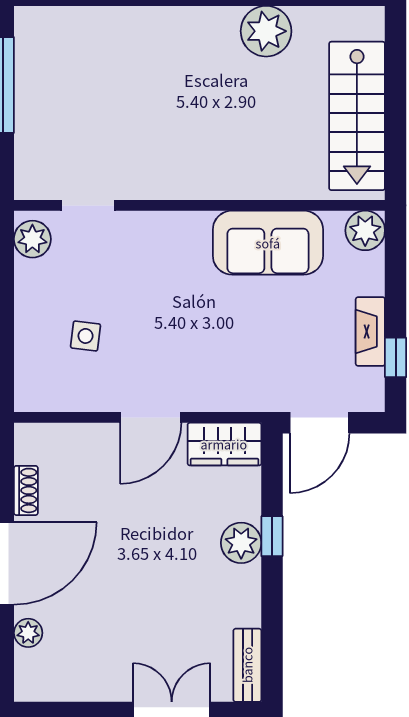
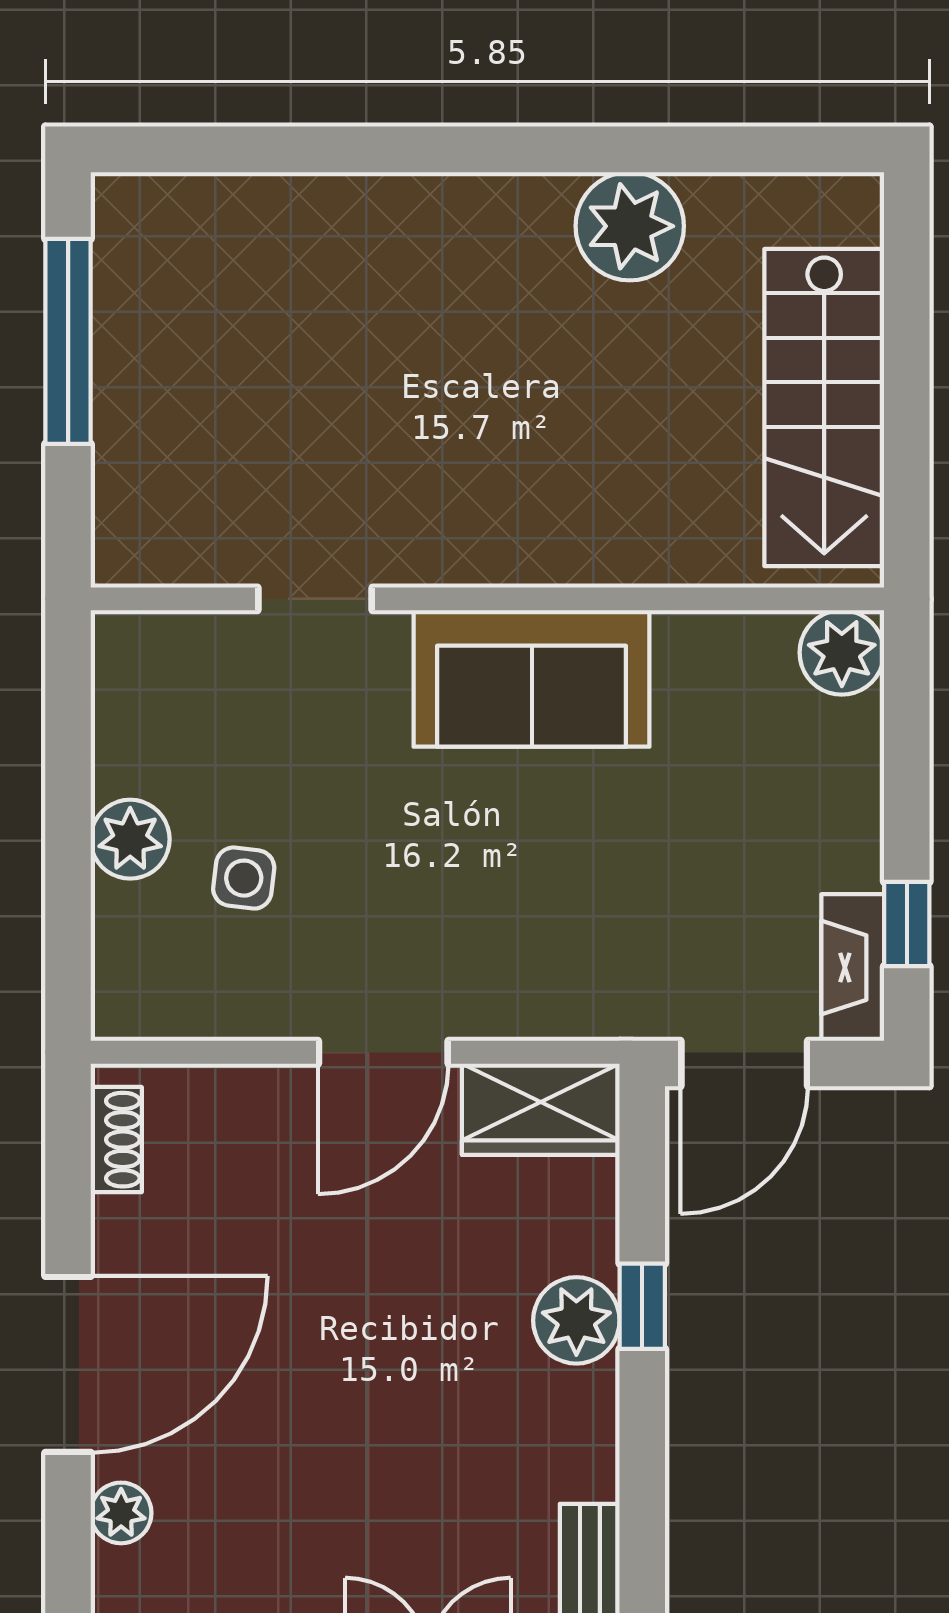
doorway: (88, 205) -> (315, 599), moved
plant: (32, 239) -> (130, 839), moved
sofa: (268, 243) -> (532, 678), moved
fireplace: (370, 331) -> (853, 968), moved
shoe rack: (26, 490) -> (116, 1140), moved

